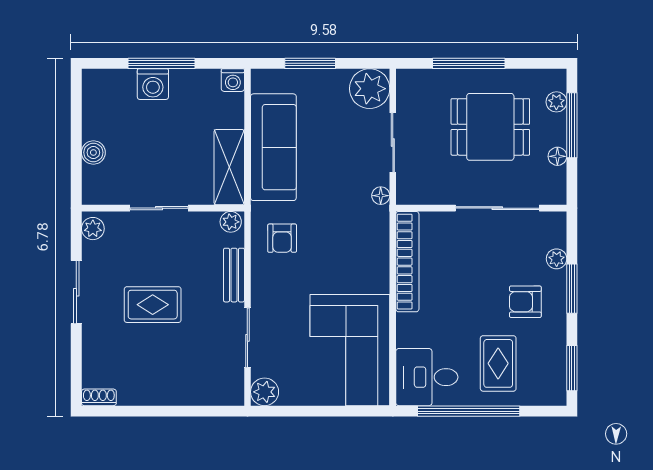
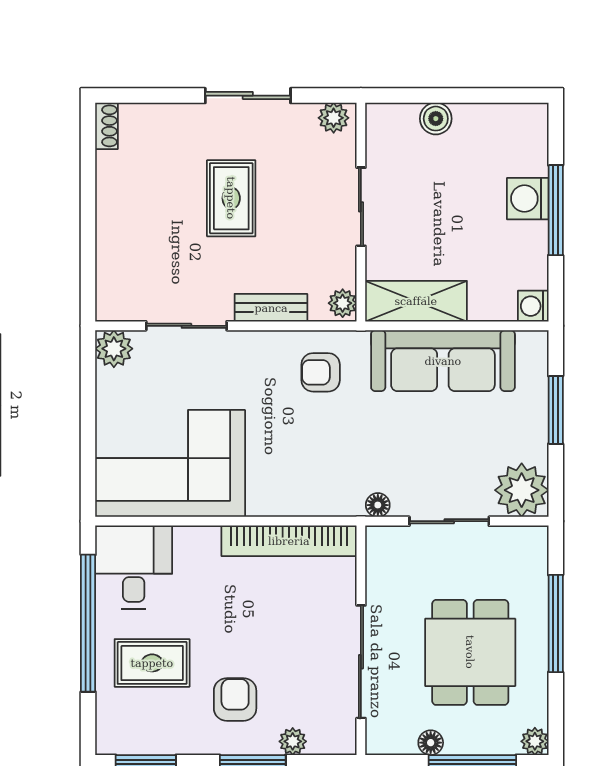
plant: (556, 102) -> (535, 741), moved

